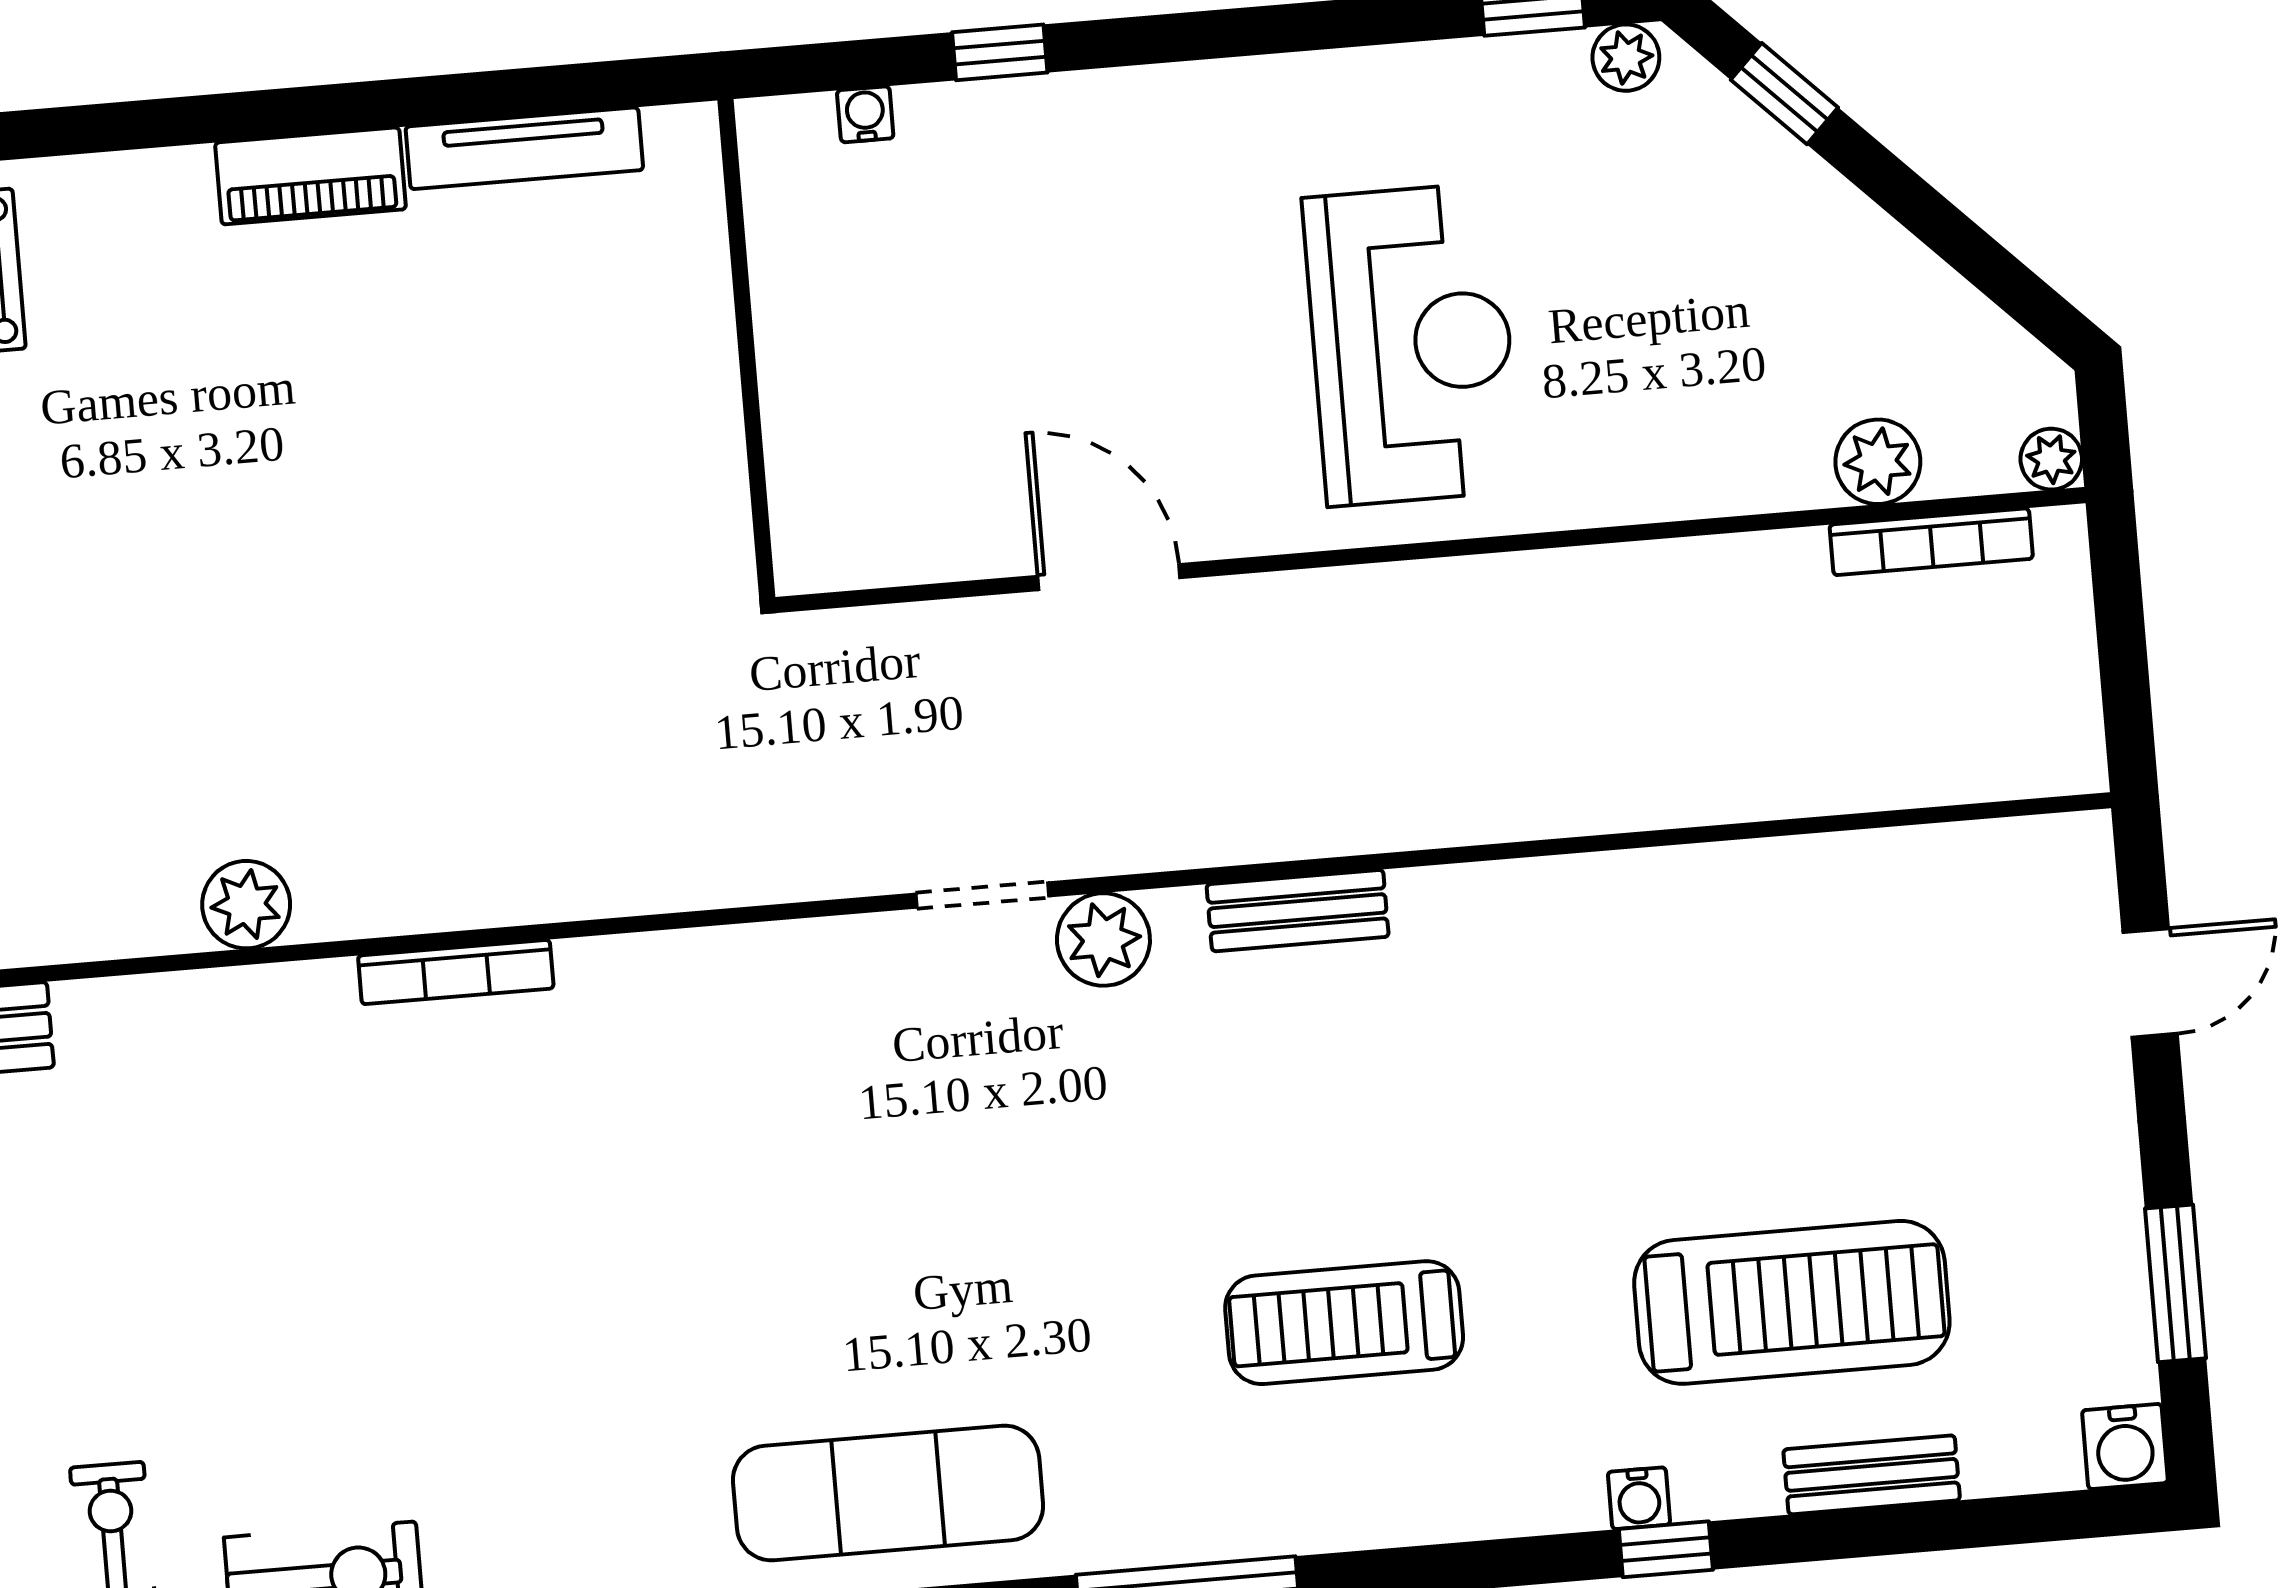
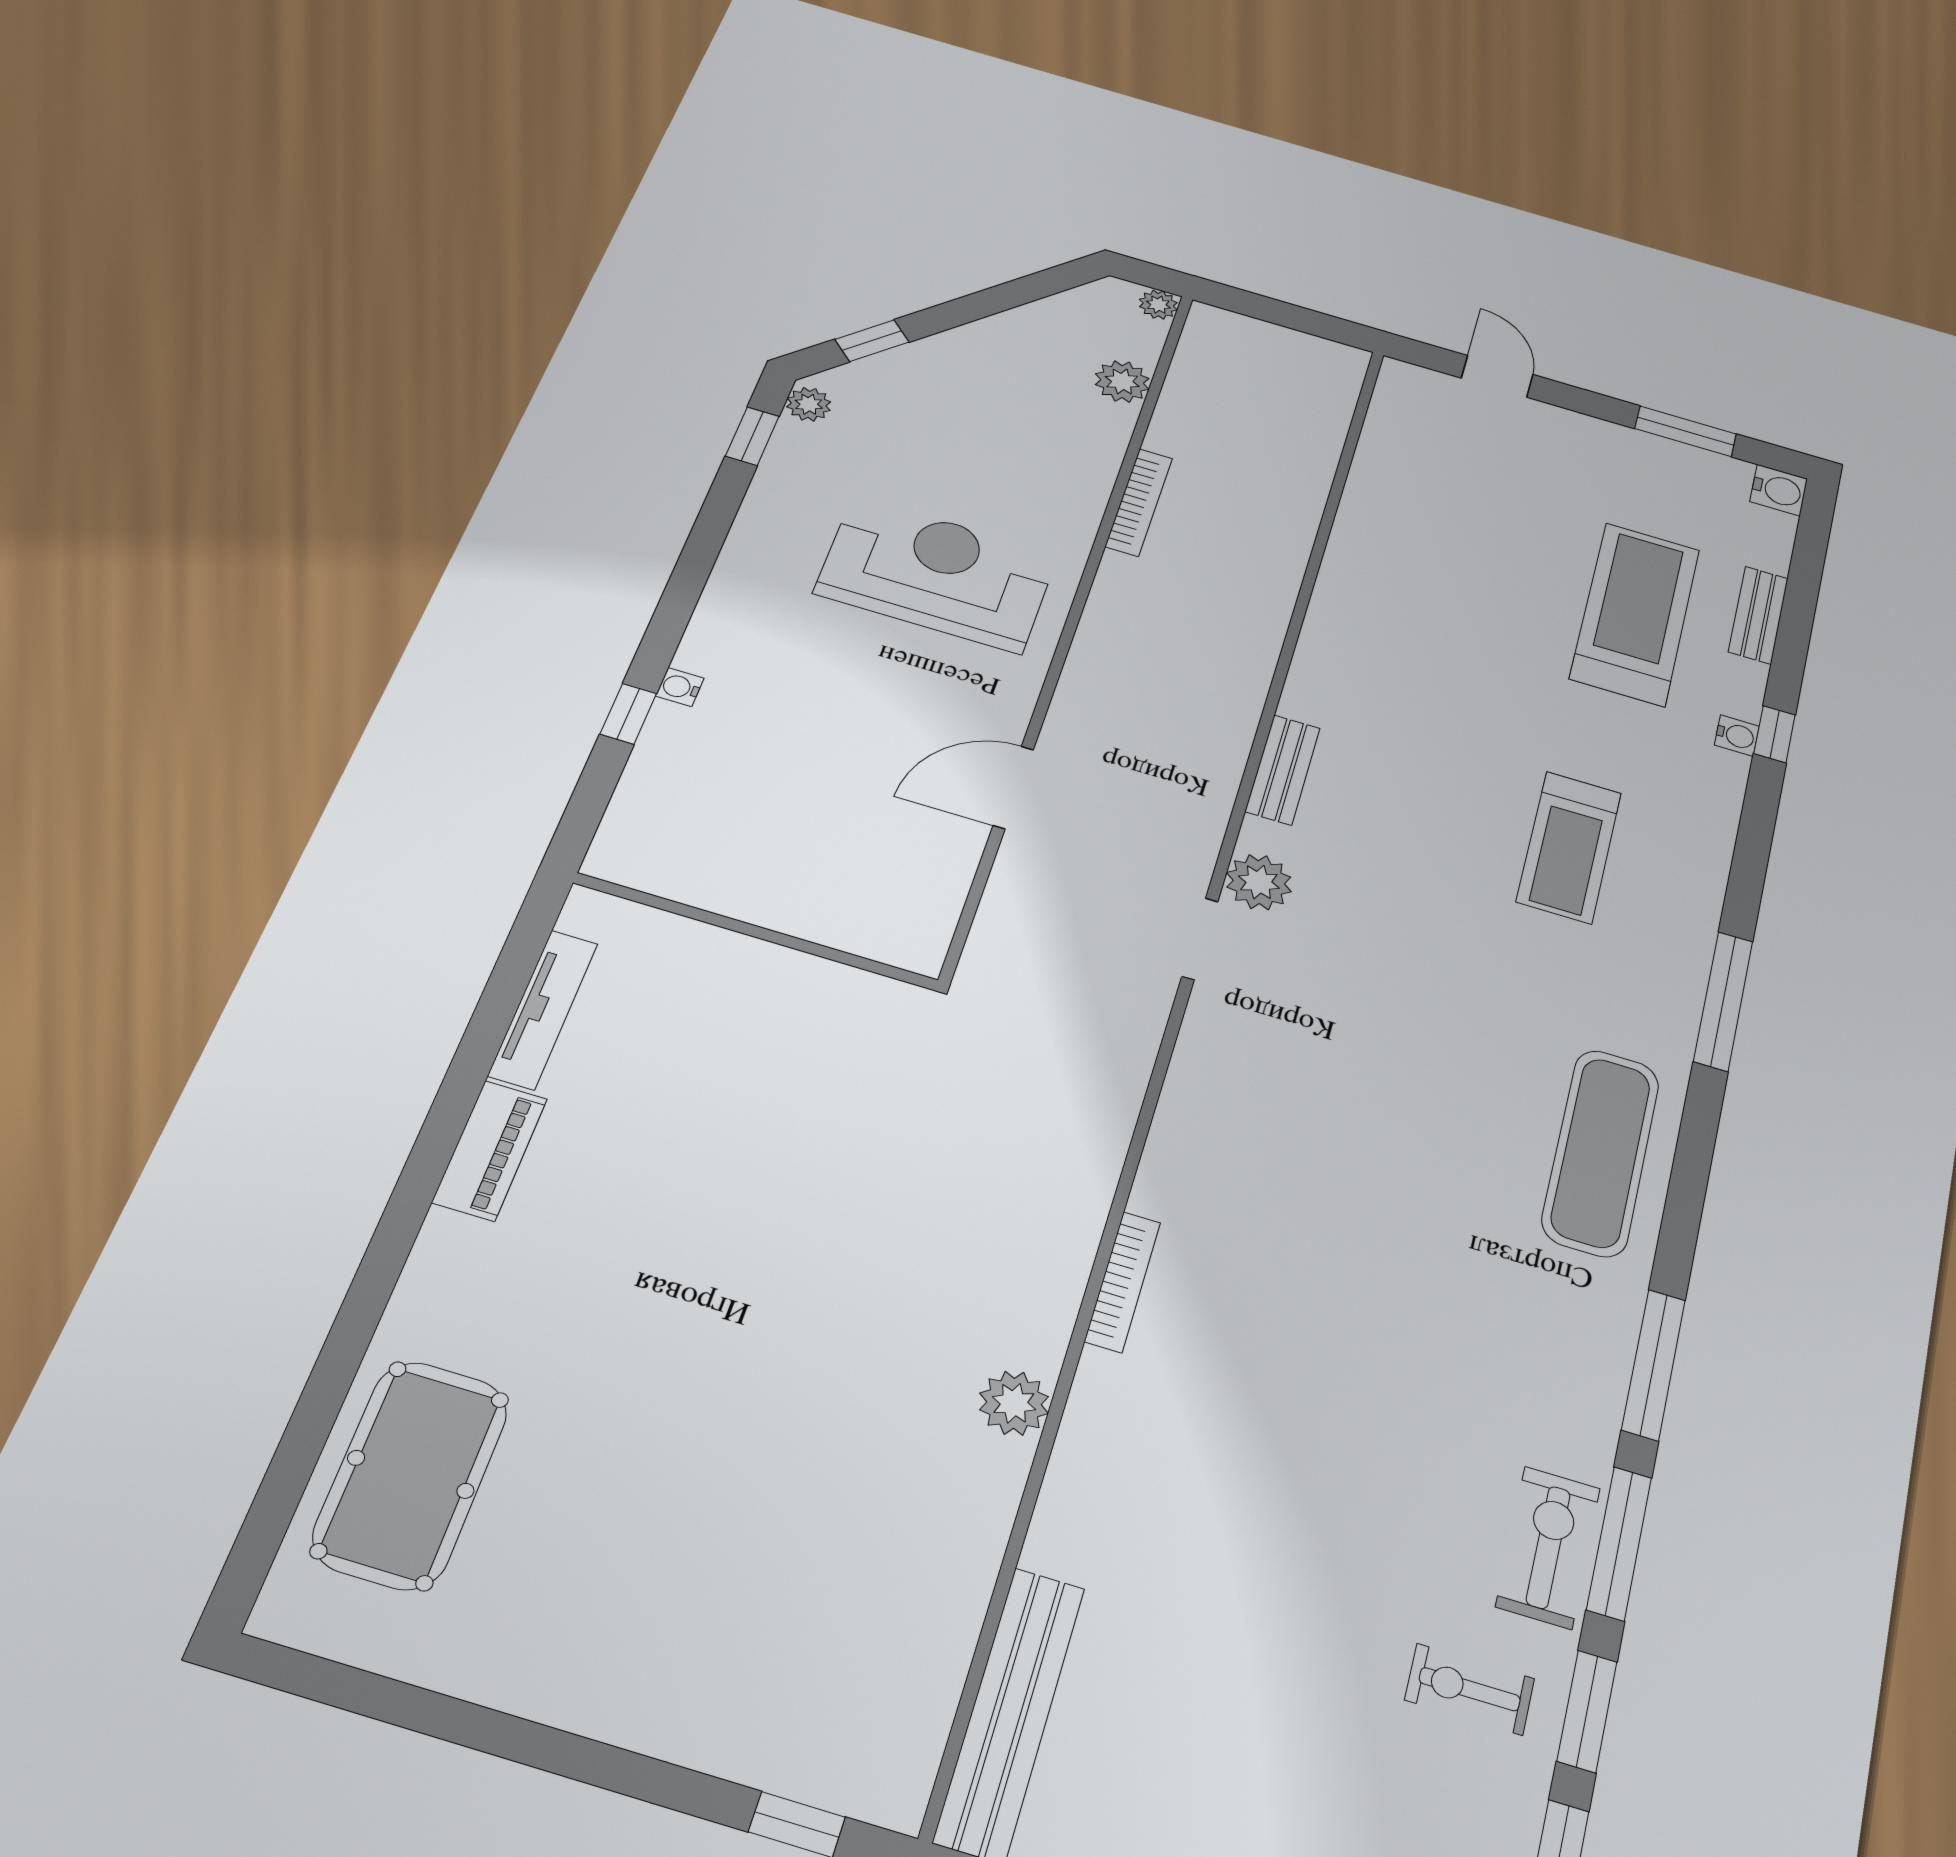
water cooler: (865, 114) -> (680, 687), moved
bookcase: (1931, 542) -> (1139, 502), moved

